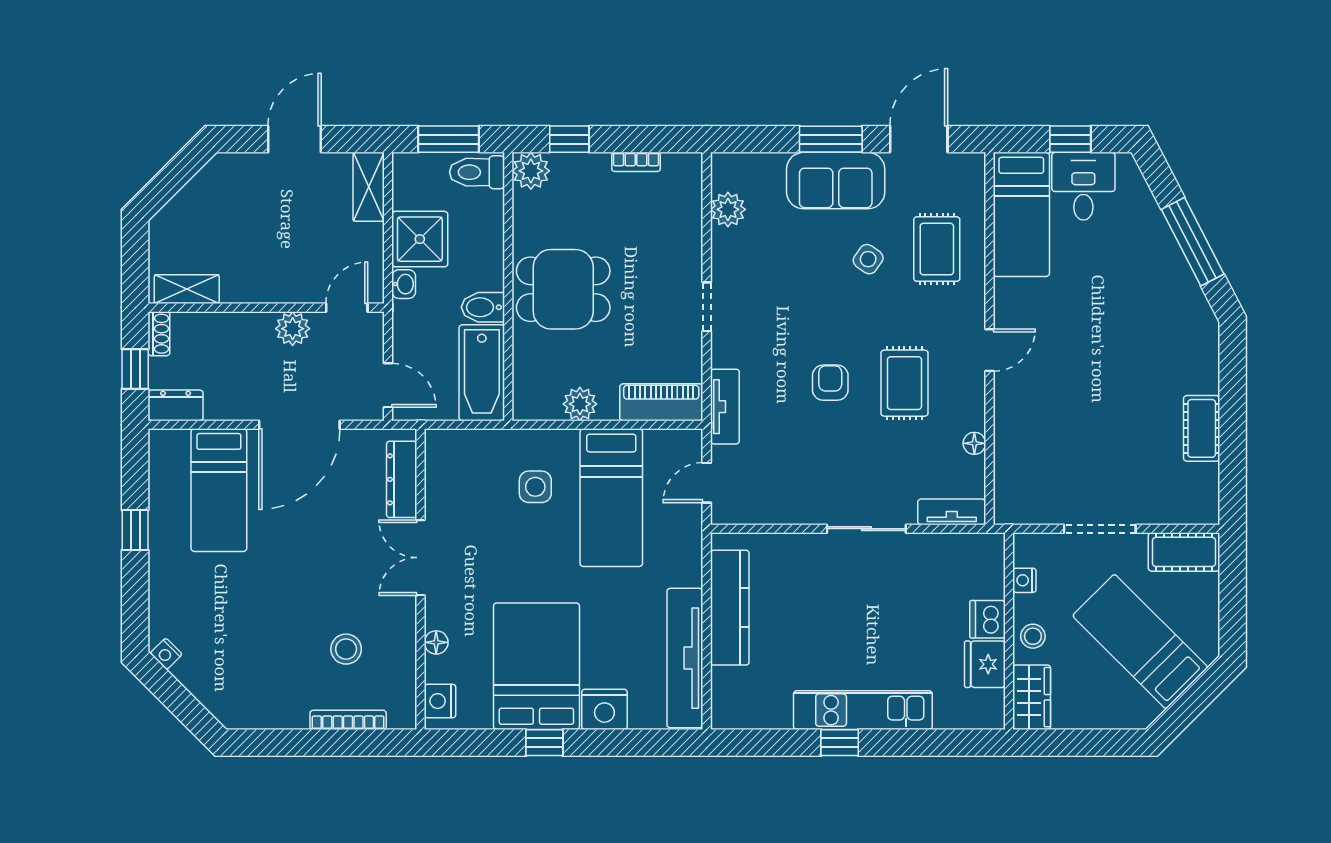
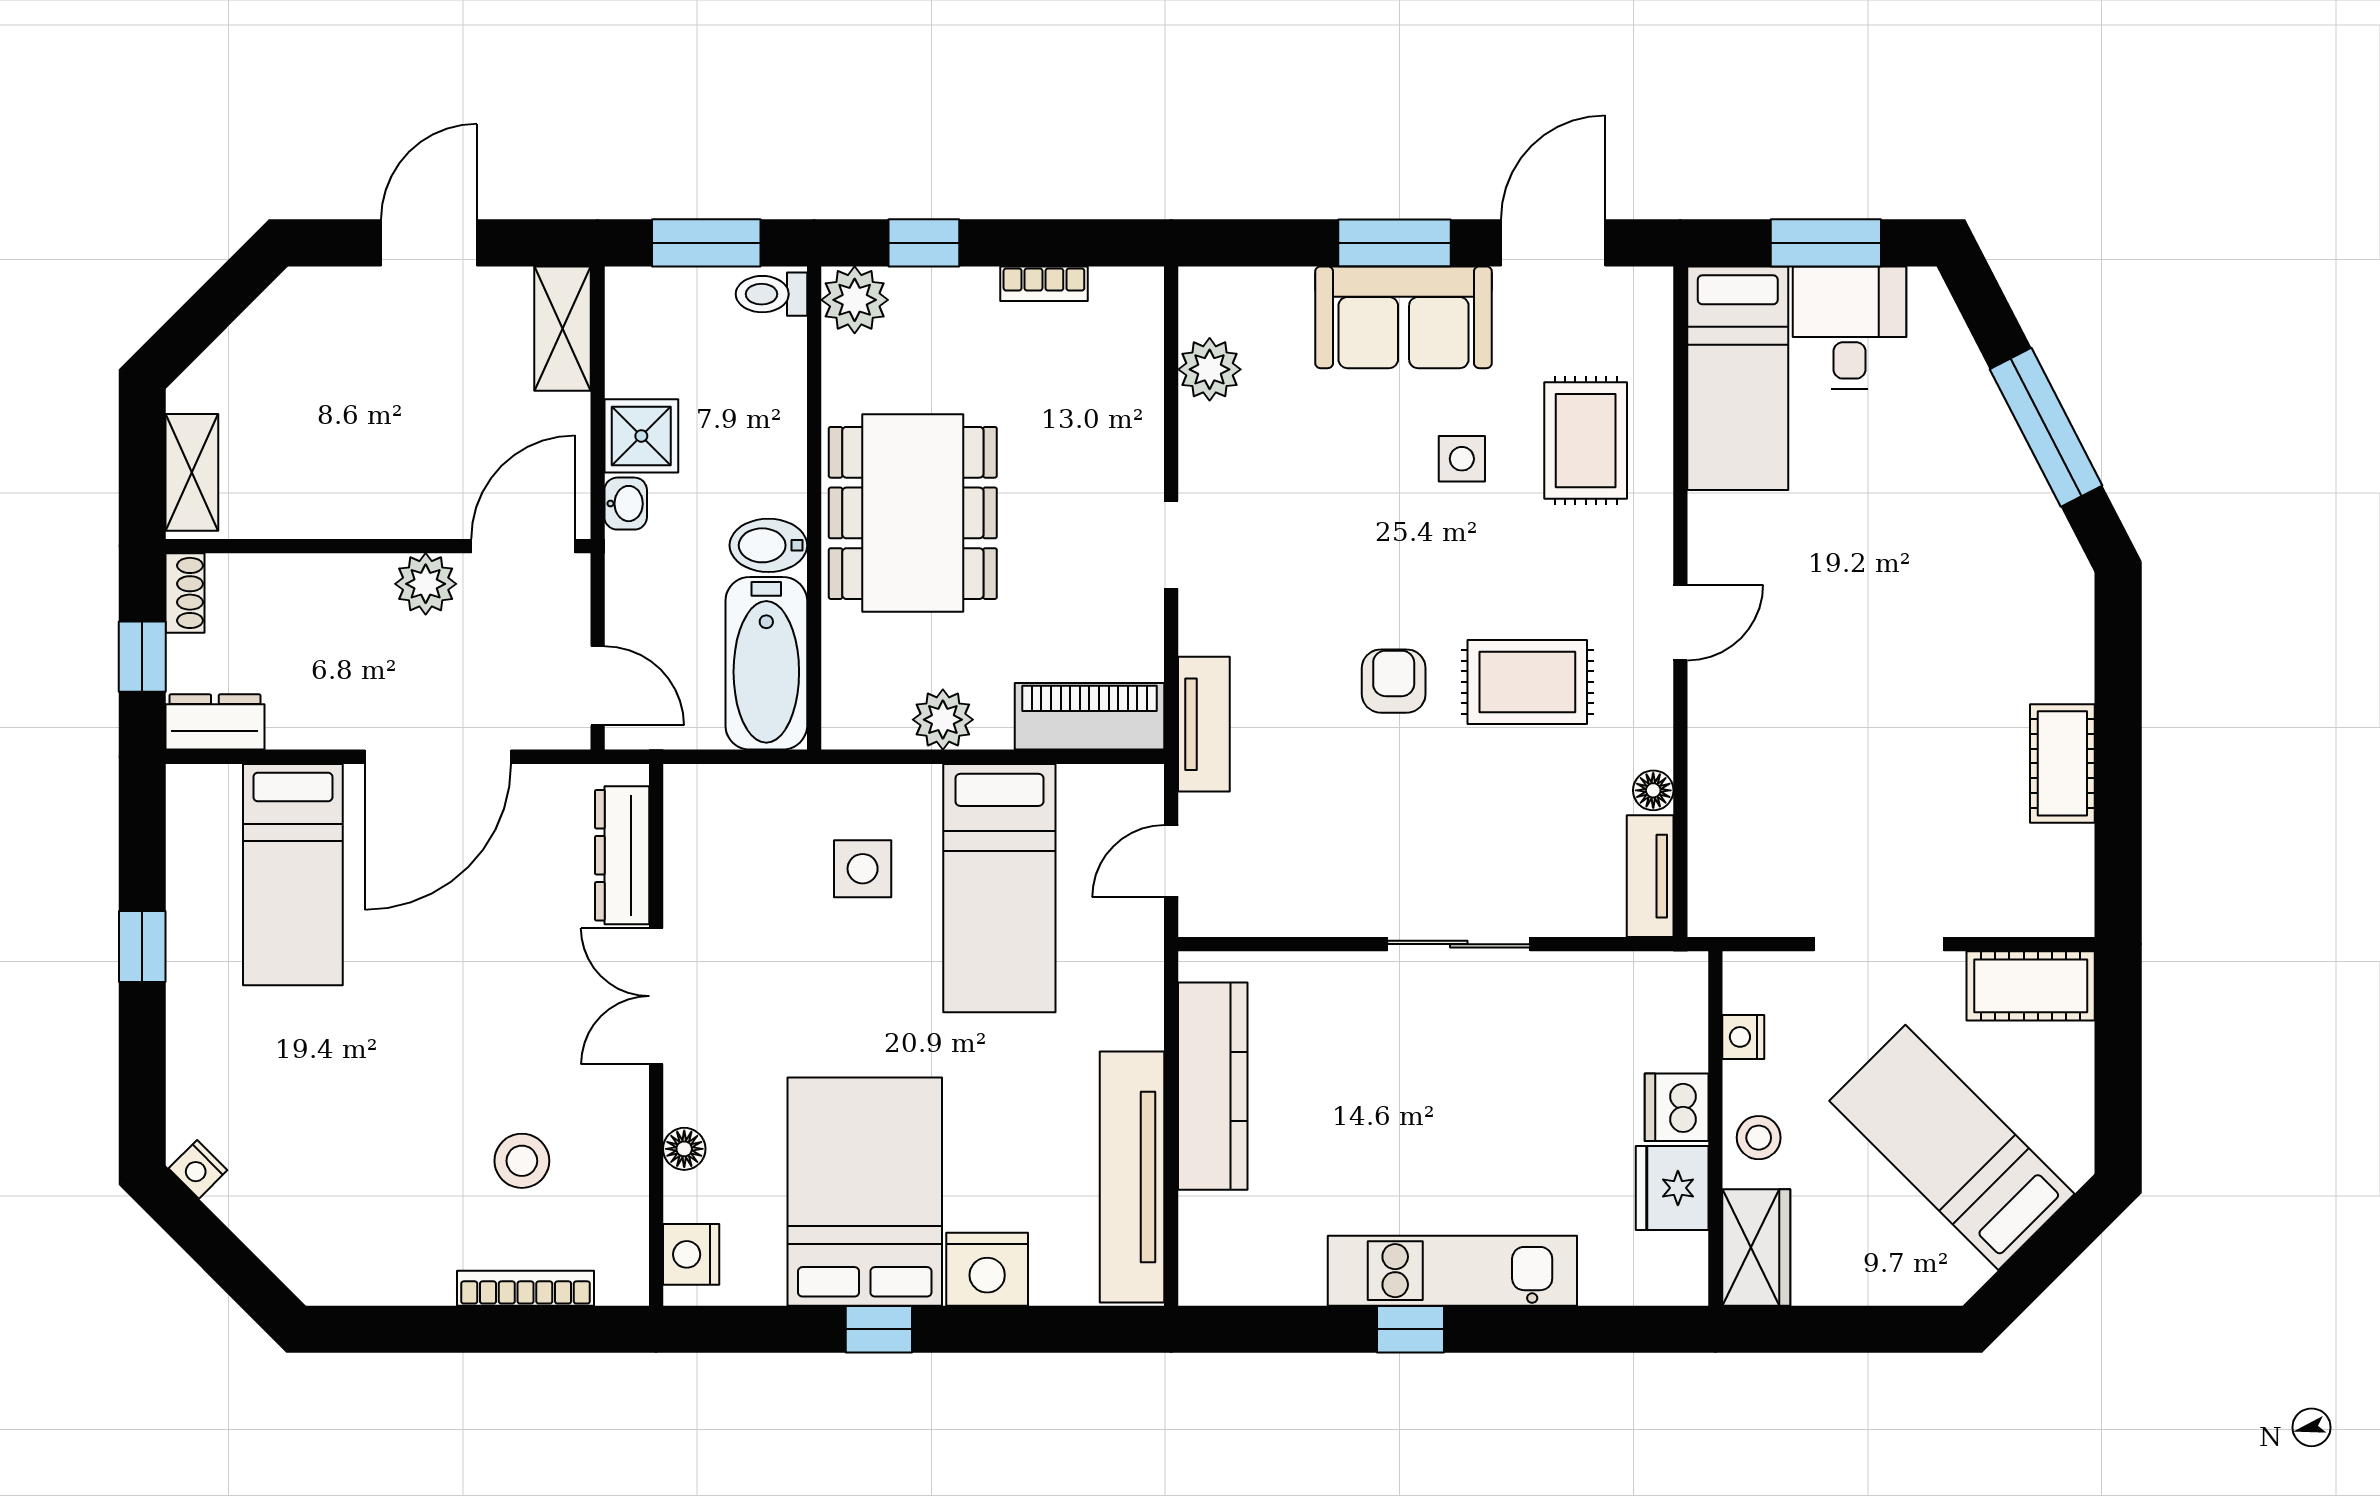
window: (1070, 139) -> (1826, 243), width x1.50
toilet: (477, 172) -> (771, 294), width x0.73, depth x0.72
shower: (420, 239) -> (641, 436), width x0.73, depth x0.73
side table: (868, 259) -> (1462, 459), turned -34
shelving: (187, 289) -> (192, 472), moved, turned 90
dining table: (563, 289) -> (913, 513), width x1.37
door: (347, 308) -> (523, 546), width x1.38
rug: (904, 383) -> (1527, 682), turned 90
tv unit: (952, 512) -> (1650, 876), moved, turned -90

